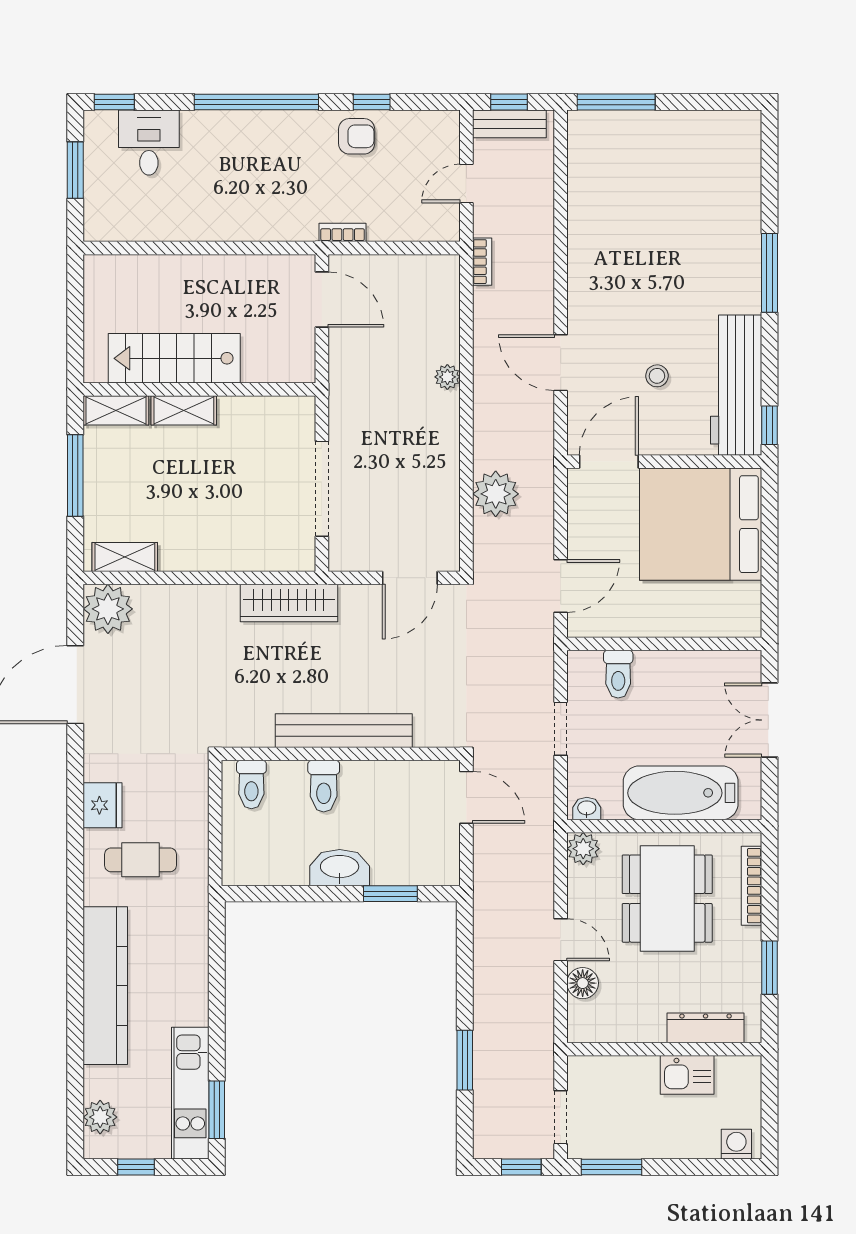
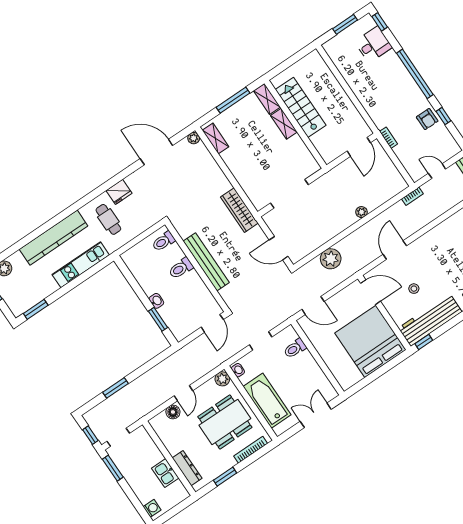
plant: (108, 609) -> (194, 138), width x0.53, depth x0.53
washbasin: (340, 868) -> (156, 301), width x0.52, depth x0.69
kitchen unit: (190, 1093) -> (81, 265), moved

